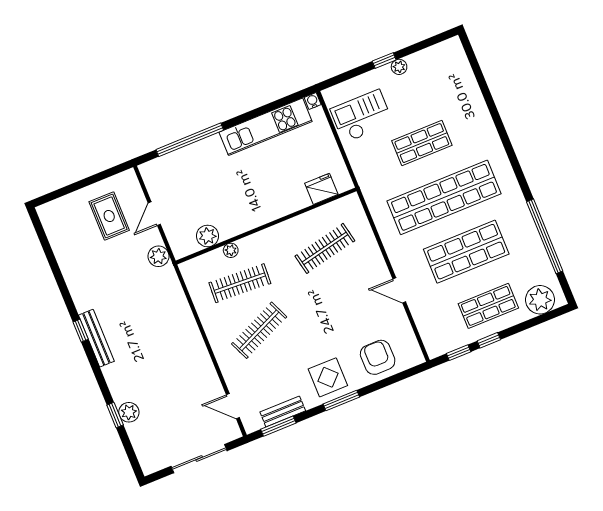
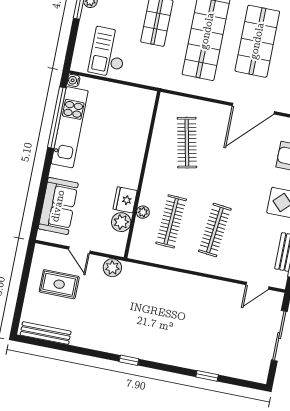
window: (190, 140) -> (57, 118), moved
sofa: (183, 166) -> (58, 206), added
fridge: (321, 189) -> (125, 200), moved
door: (399, 290) -> (253, 109), width x1.87
clothes rail: (259, 330) -> (215, 230), turned 30
bench: (96, 338) -> (46, 333), moved
plant: (129, 412) -> (212, 364), removed

